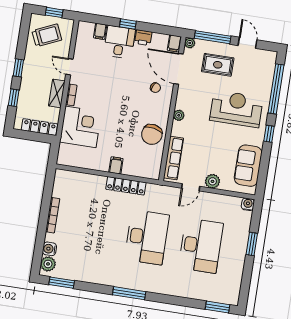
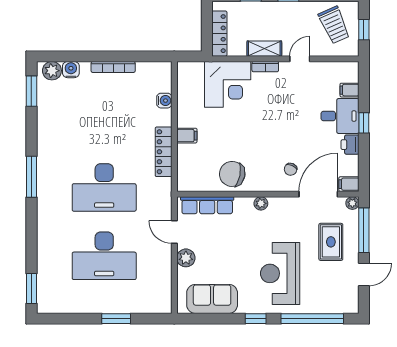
reception desk: (236, 109) -> (280, 273), turned 180
water cooler: (248, 204) -> (164, 101), moved

